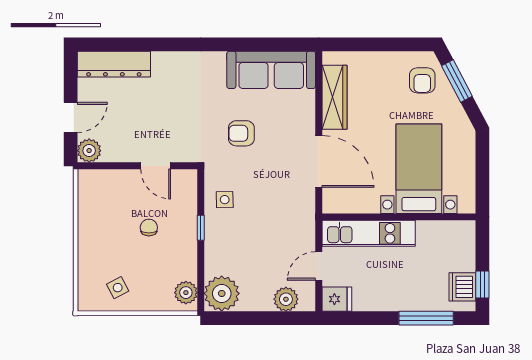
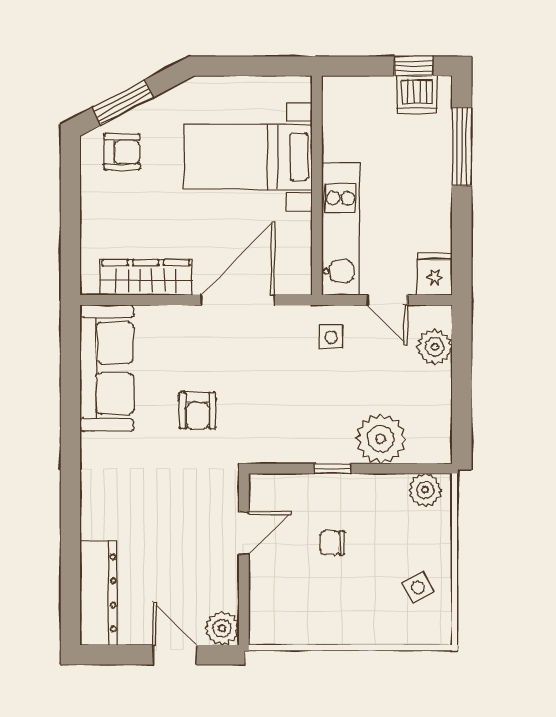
side table: (225, 200) -> (331, 337), moved
plant: (222, 293) -> (381, 439), moved

